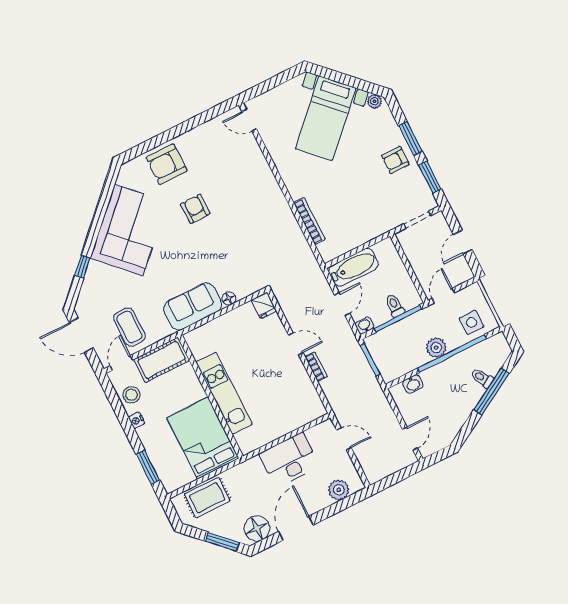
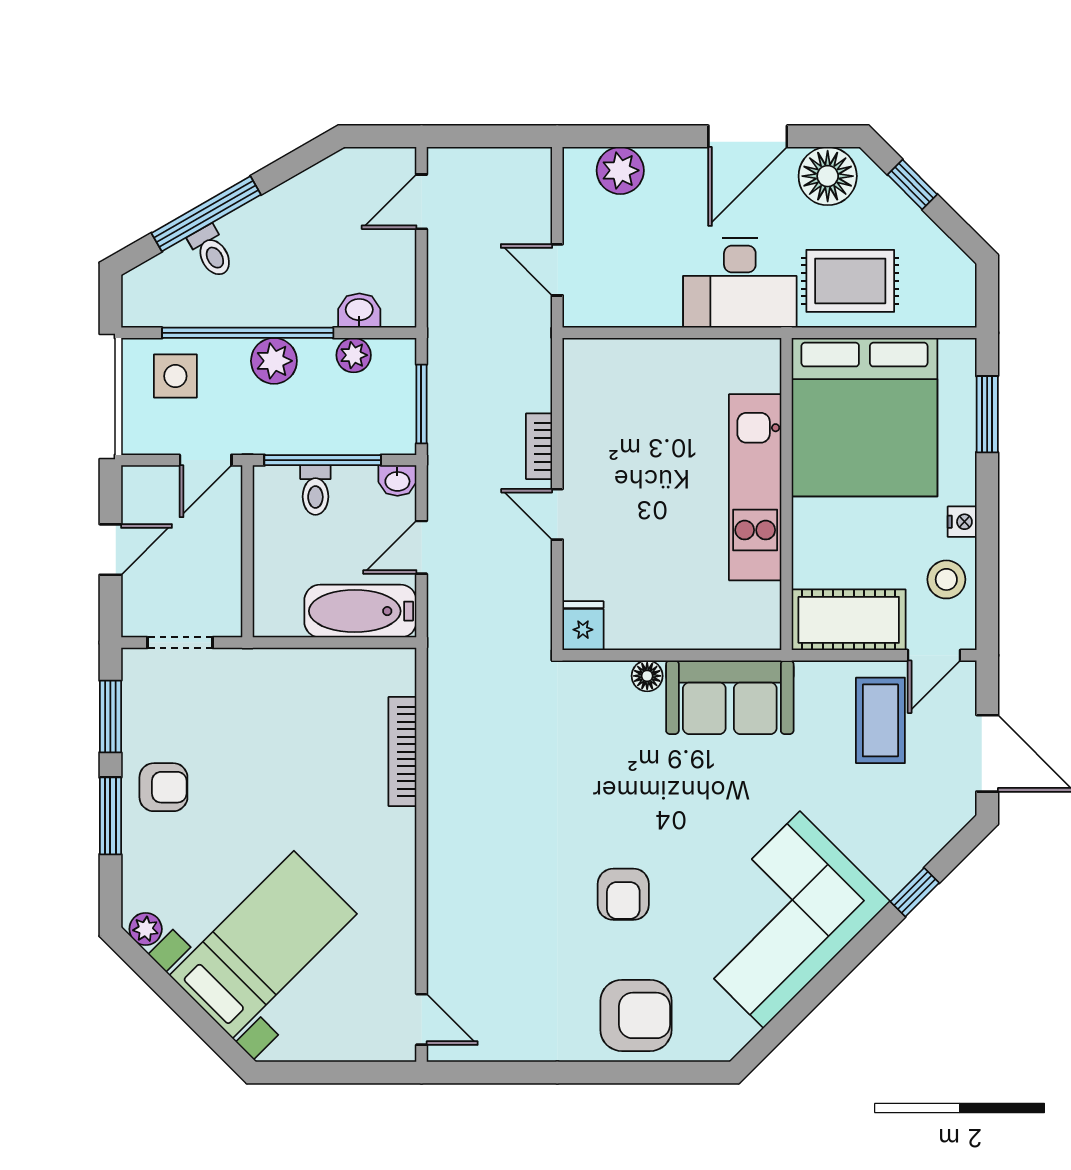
plant: (406, 366) -> (354, 355), added
bed: (203, 438) -> (864, 417), width x1.36
desk: (289, 460) -> (740, 283), moved
rug: (207, 498) -> (850, 281), moved
window: (222, 542) -> (912, 185), width x0.67

